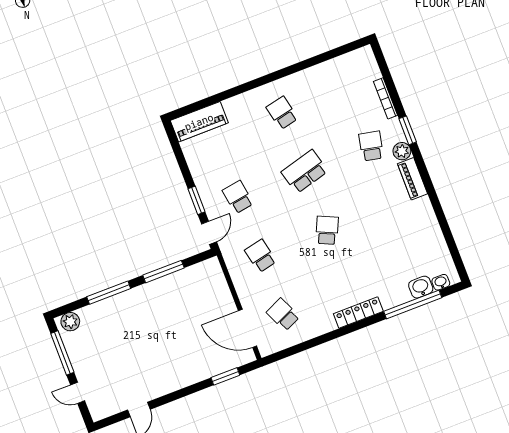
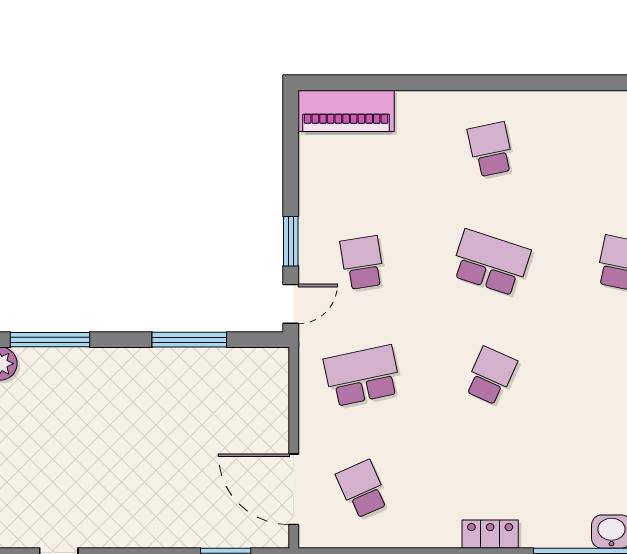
school desk: (305, 172) -> (491, 263), turned 33
school desk: (260, 256) -> (362, 376), width x1.85
window: (109, 293) -> (50, 340), moved
locker: (358, 313) -> (490, 534), width x0.66

